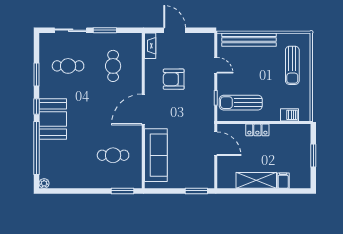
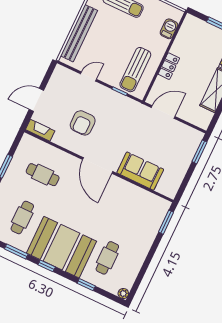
booth: (53, 119) -> (62, 247), width x1.36, depth x1.42
window: (37, 148) -> (86, 285), width x0.32
cafe table: (113, 155) -> (107, 258), moved
sofa: (156, 155) -> (140, 171), width x0.73

